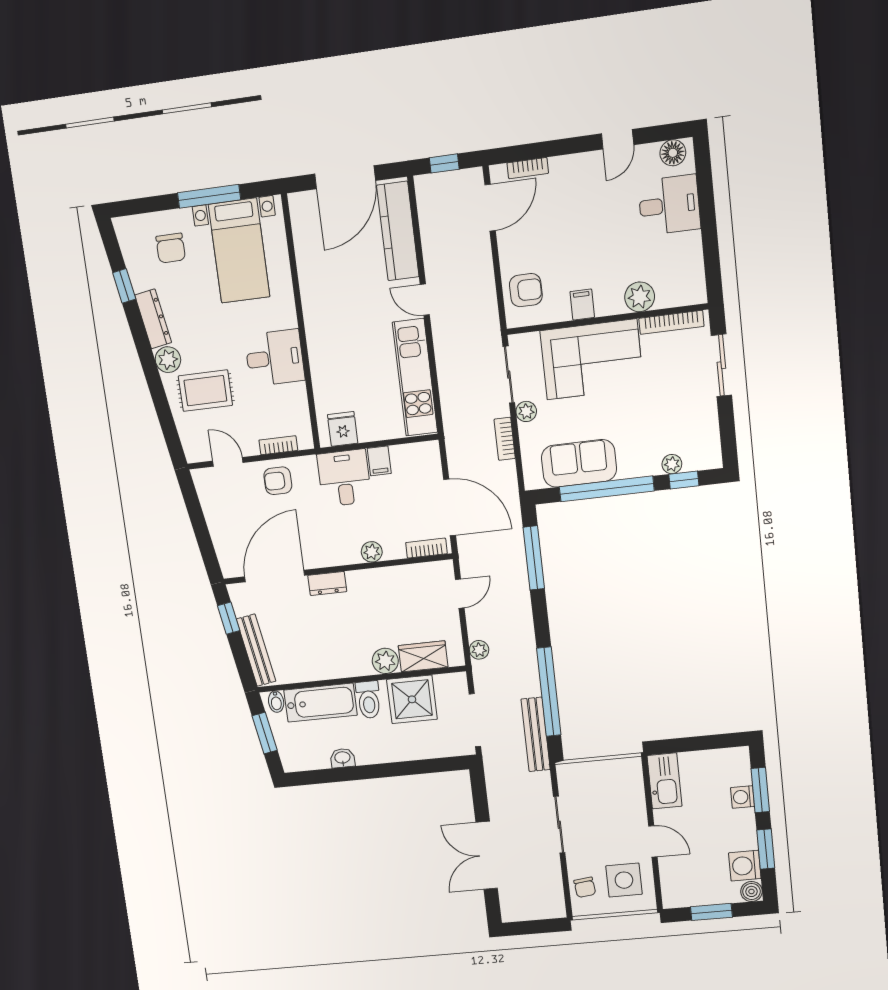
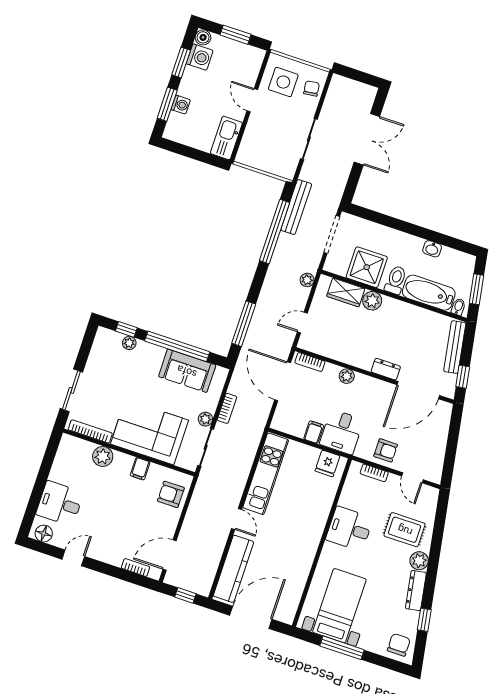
chair: (171, 248) -> (399, 645), moved

